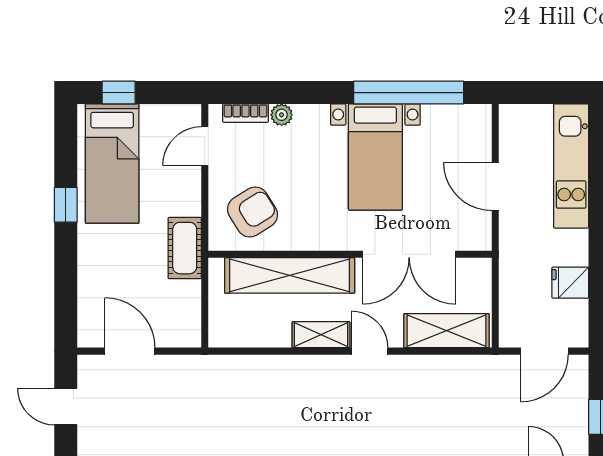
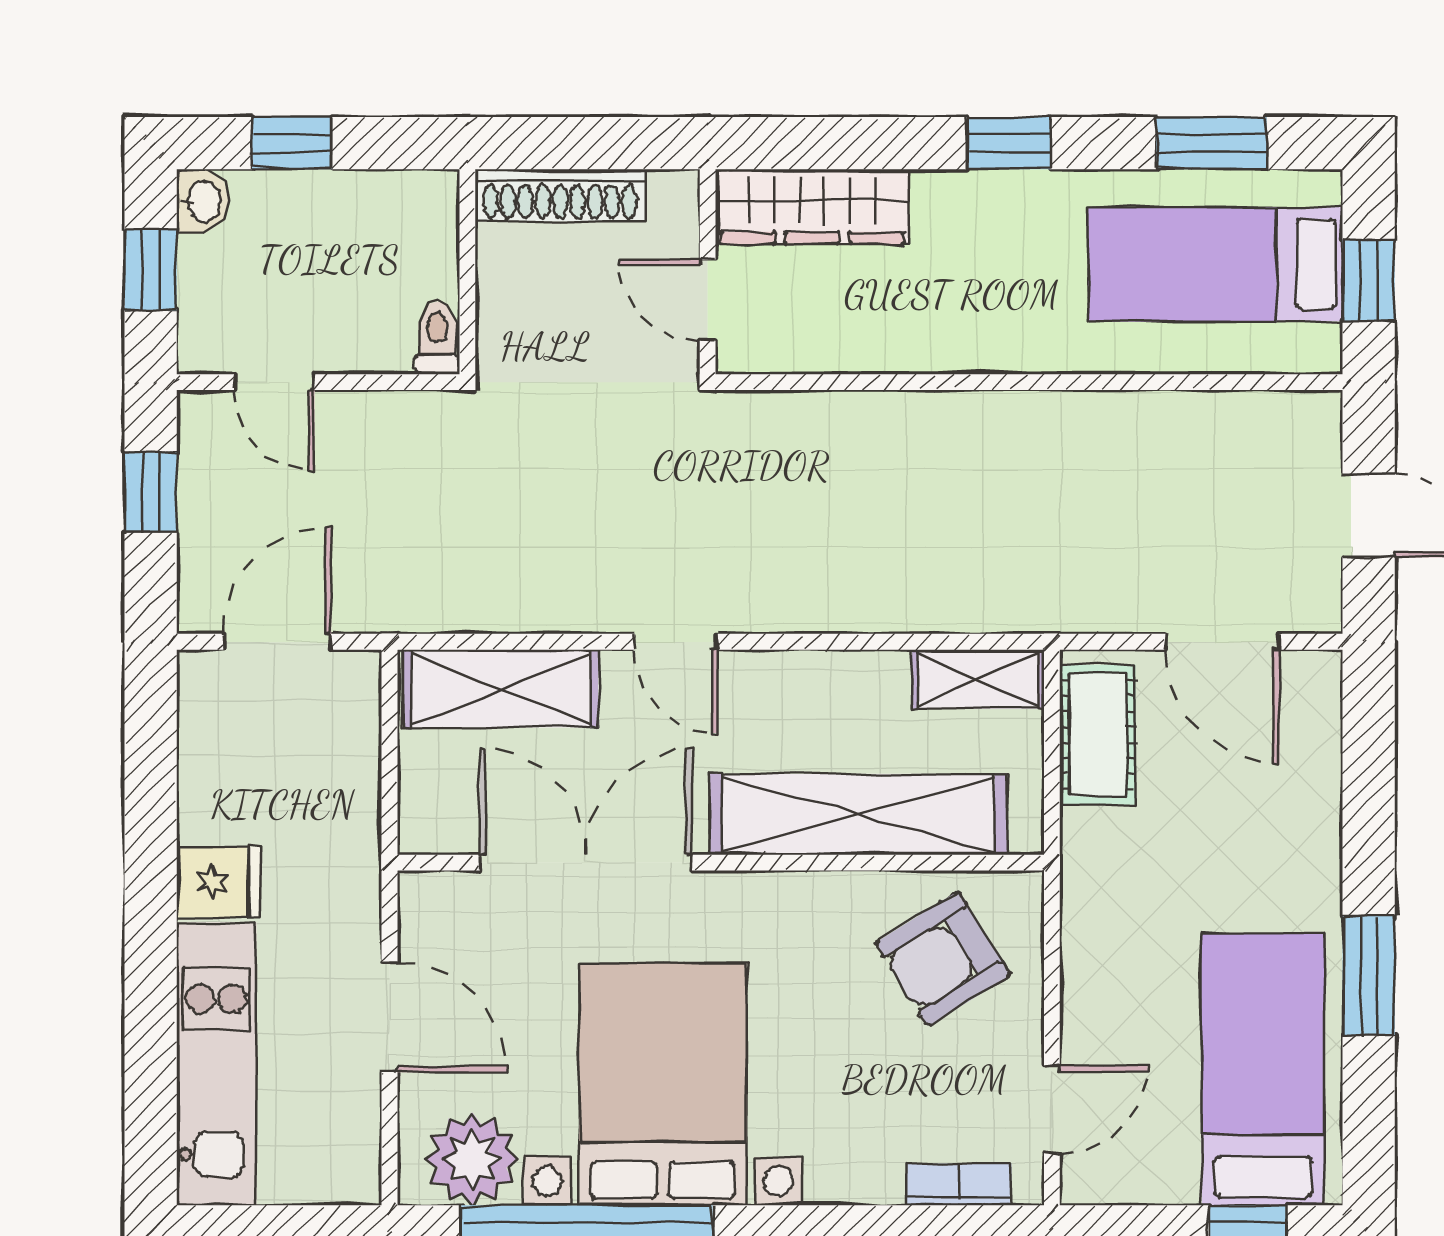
plant: (282, 115) -> (472, 1159), moved, width x1.88, depth x1.88
bed with nightstands: (375, 157) -> (663, 1084), width x1.36
window: (66, 205) -> (1369, 975), width x1.50
cot: (185, 248) -> (1098, 735), moved
fridge: (570, 283) -> (219, 882), moved
shelving: (321, 335) -> (978, 679), moved

